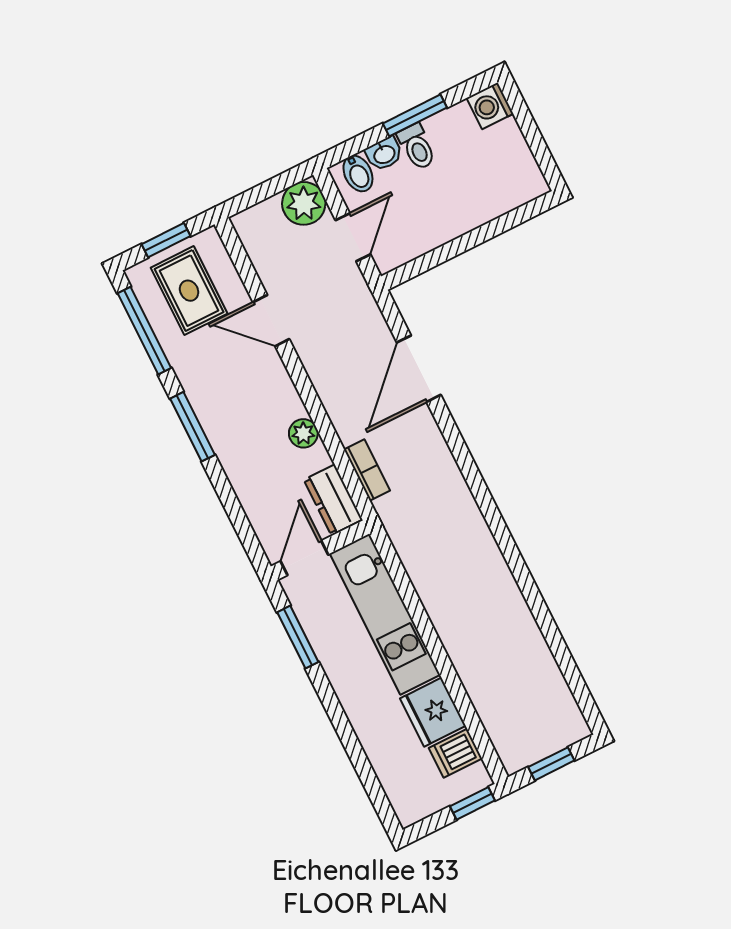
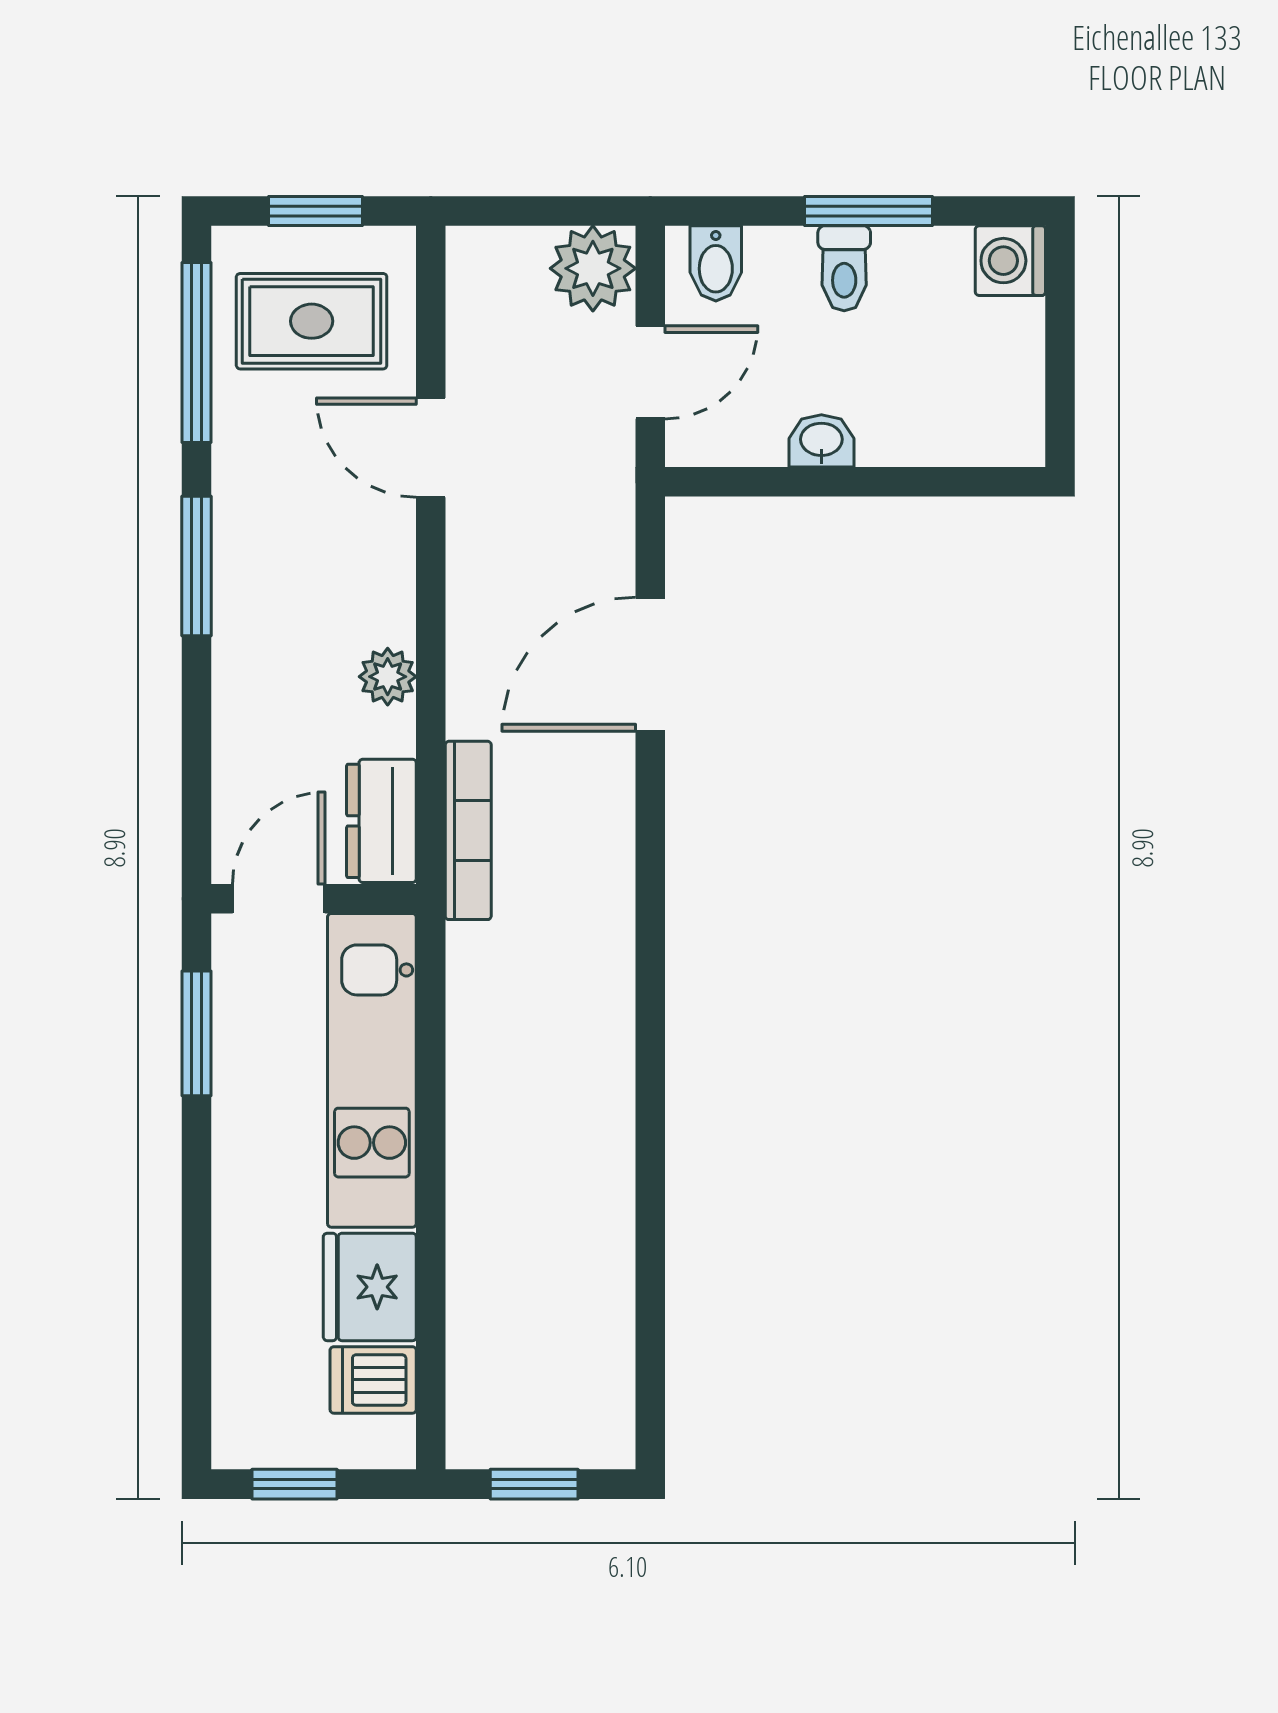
washbasin: (384, 154) -> (821, 441), moved, turned 180
rug: (189, 291) -> (312, 321), turned 90
bookcase: (367, 470) -> (468, 830), width x1.56
window: (472, 803) -> (294, 1484), moved

